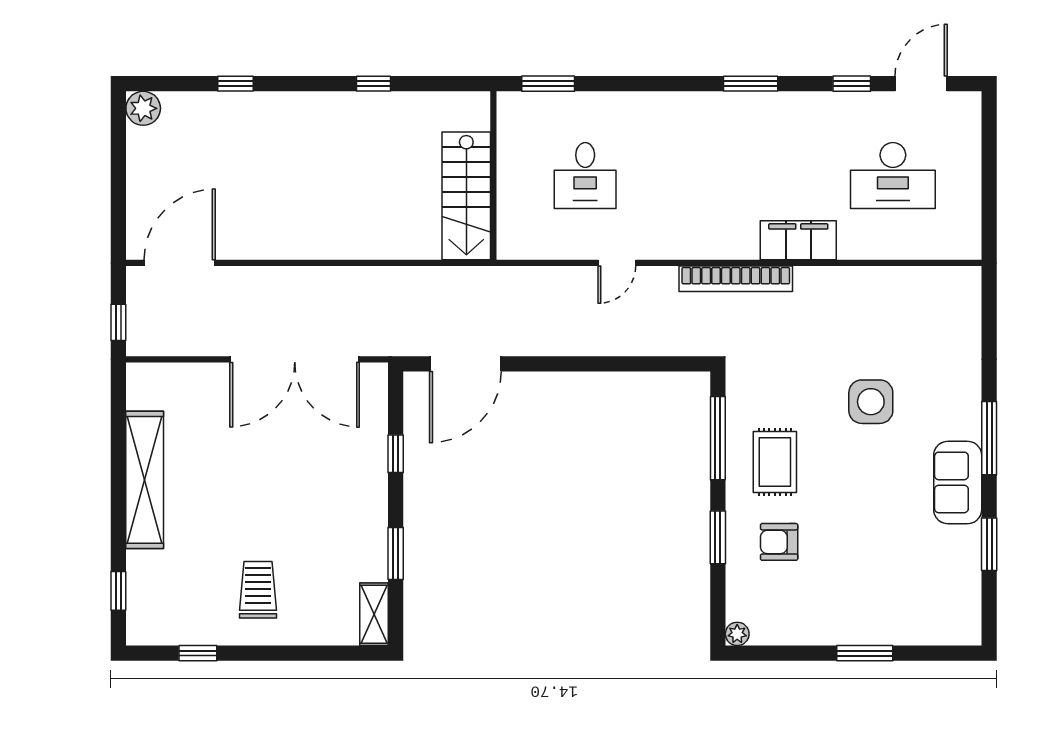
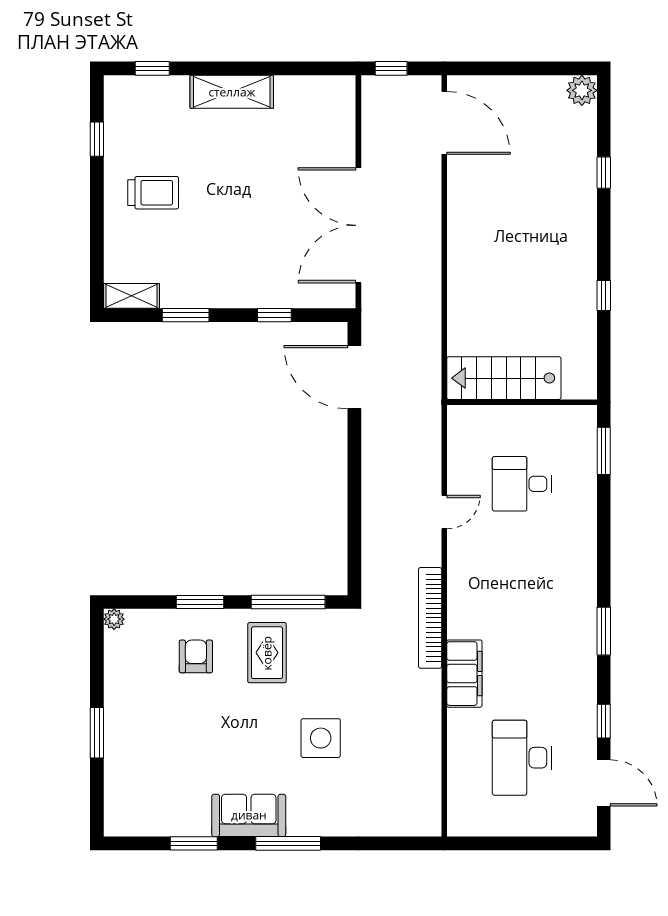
door: (617, 263) -> (444, 512), swing flipped
rug: (775, 462) -> (267, 653), turned 90
shelving: (145, 480) -> (232, 92), width x0.68

